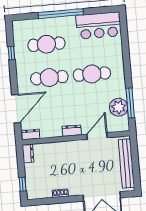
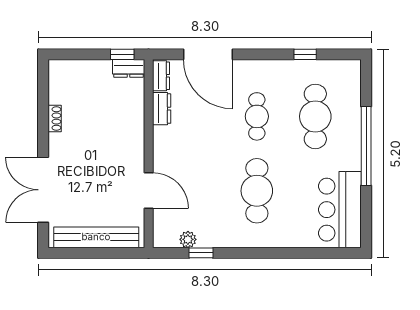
cafe table: (49, 78) -> (257, 116), width x0.73, depth x0.74
window: (130, 103) -> (201, 253), width x0.46
plant: (119, 107) -> (188, 239), width x0.53, depth x0.53
dresser: (72, 131) -> (162, 109), moved
window: (23, 184) -> (122, 54), moved

